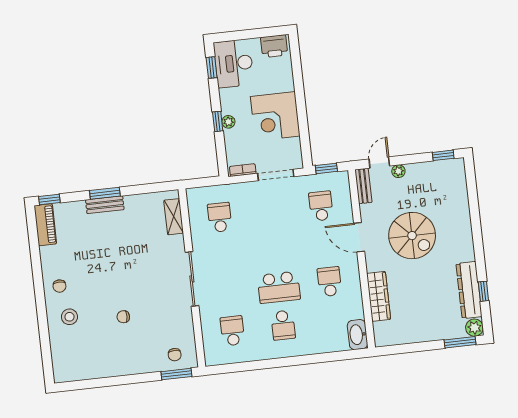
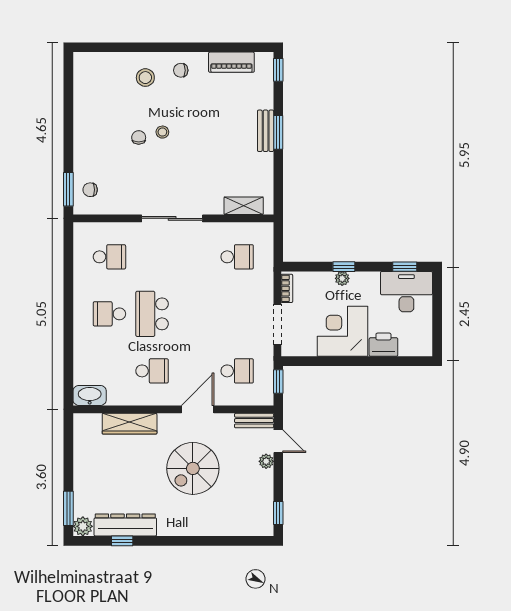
printer: (274, 46) -> (383, 345), moved, turned 90
piano: (45, 225) -> (231, 62), moved
stool: (116, 296) -> (162, 132), added

